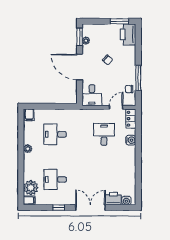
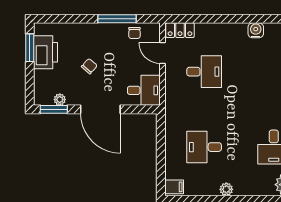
printer: (128, 34) -> (46, 52), moved, turned -90
door: (80, 67) -> (100, 109), hinge flipped
desk: (55, 134) -> (204, 147), turned 90
desk: (104, 134) -> (204, 72), turned 180
water cooler: (131, 140) -> (256, 30), moved

